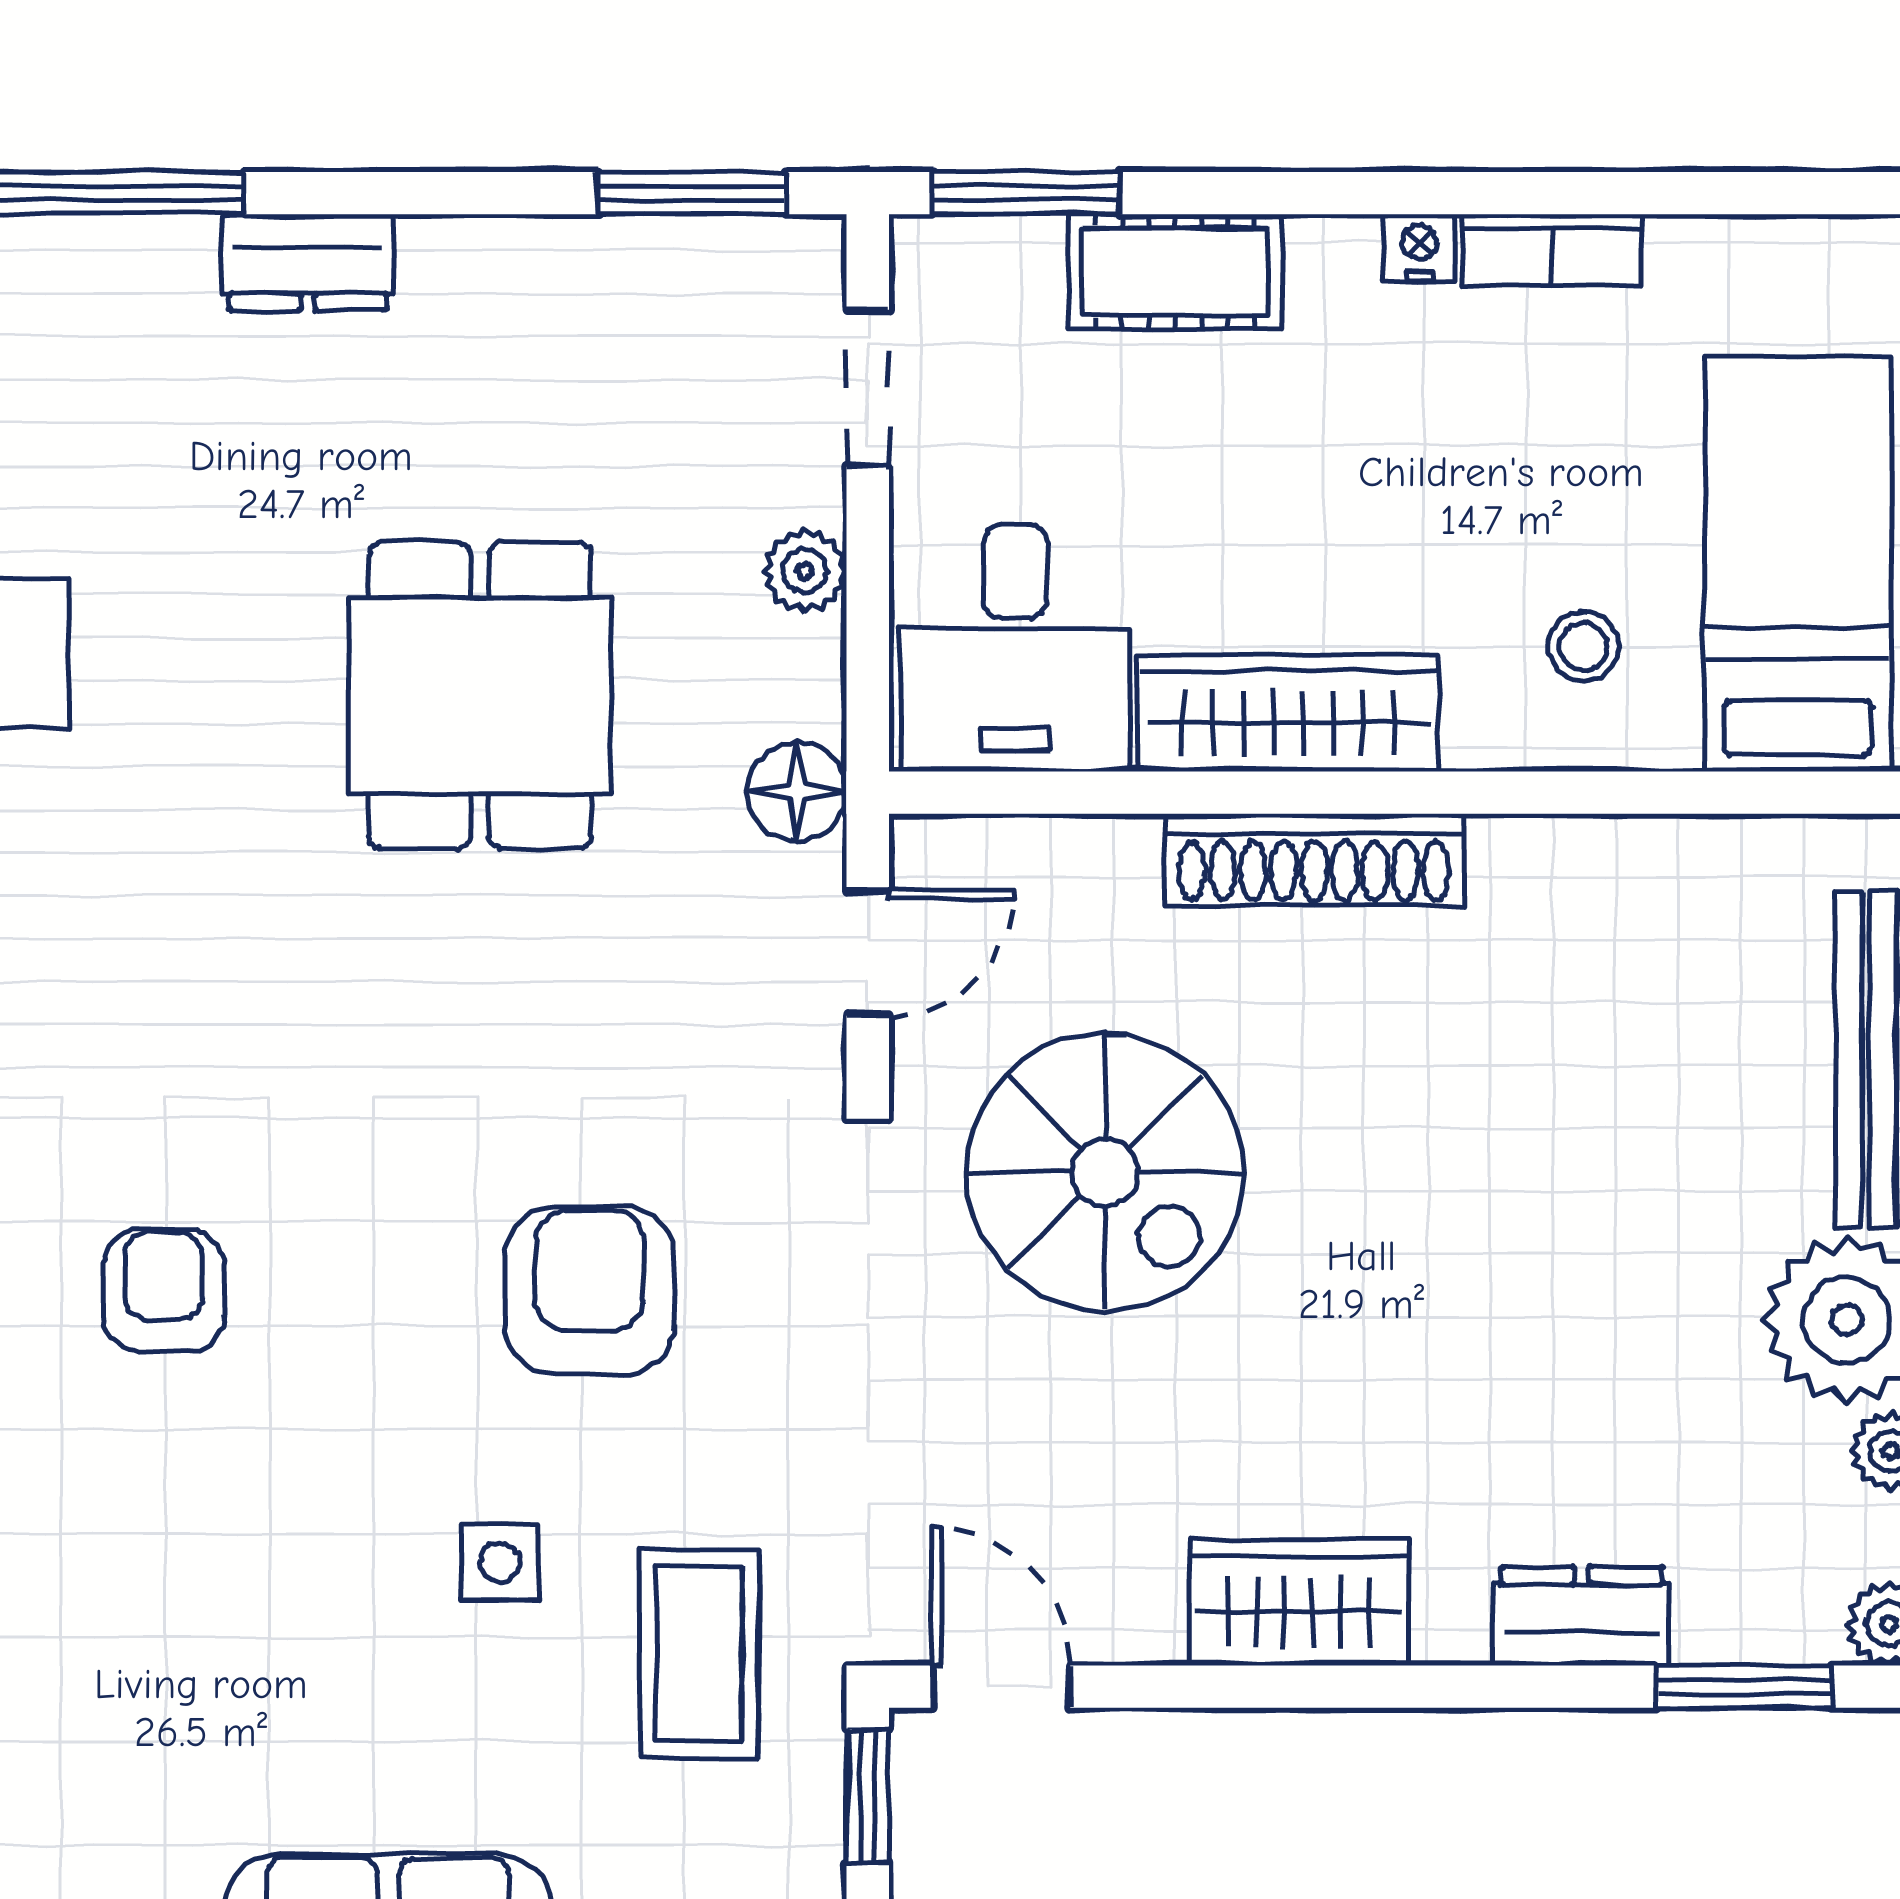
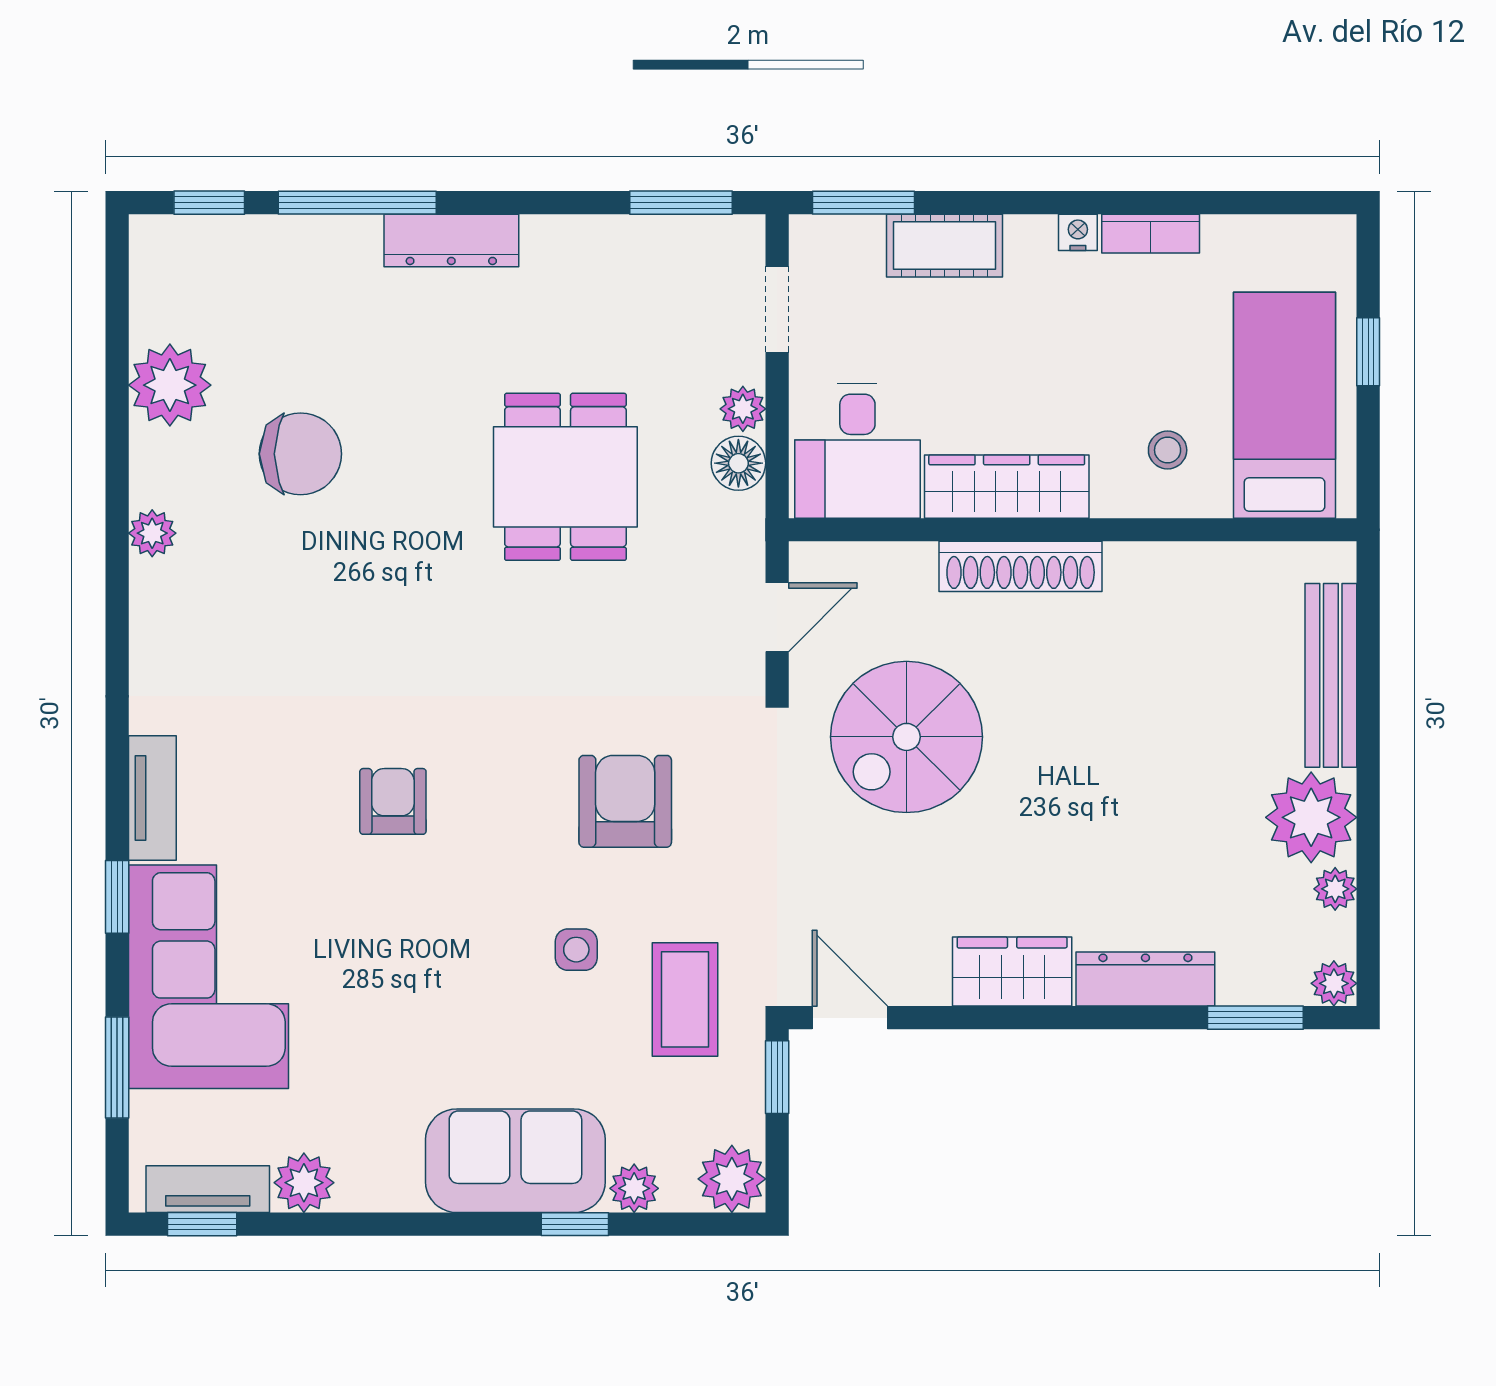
dresser: (308, 262) -> (451, 240), width x1.44
floor lamp: (797, 792) -> (738, 463), moved
spiral stairs: (1105, 1172) -> (906, 737), turned 90
dresser: (1582, 1616) -> (1145, 979), width x1.44

